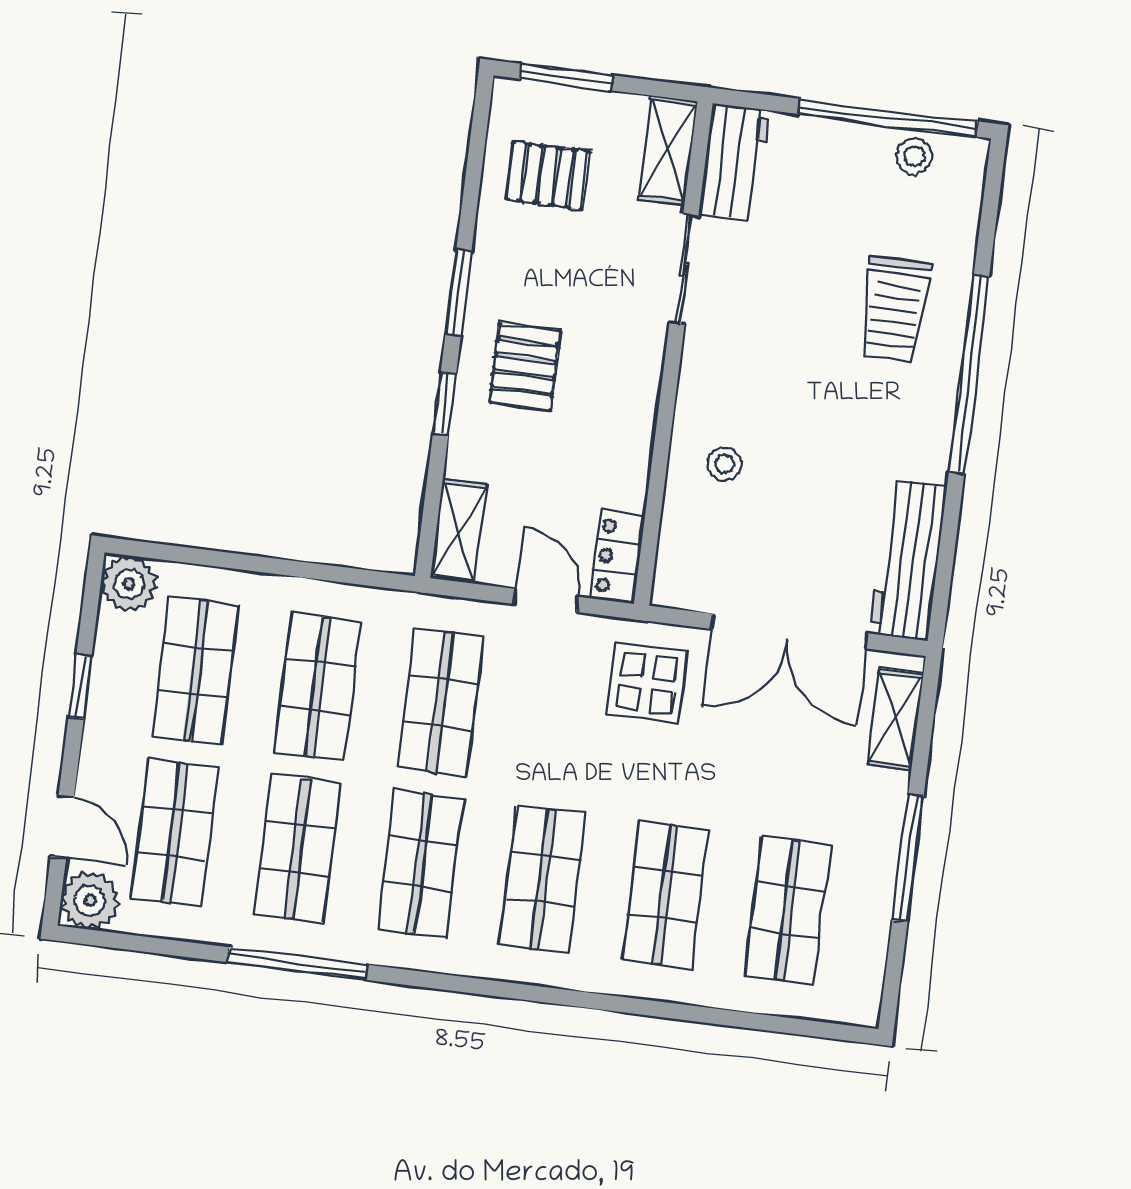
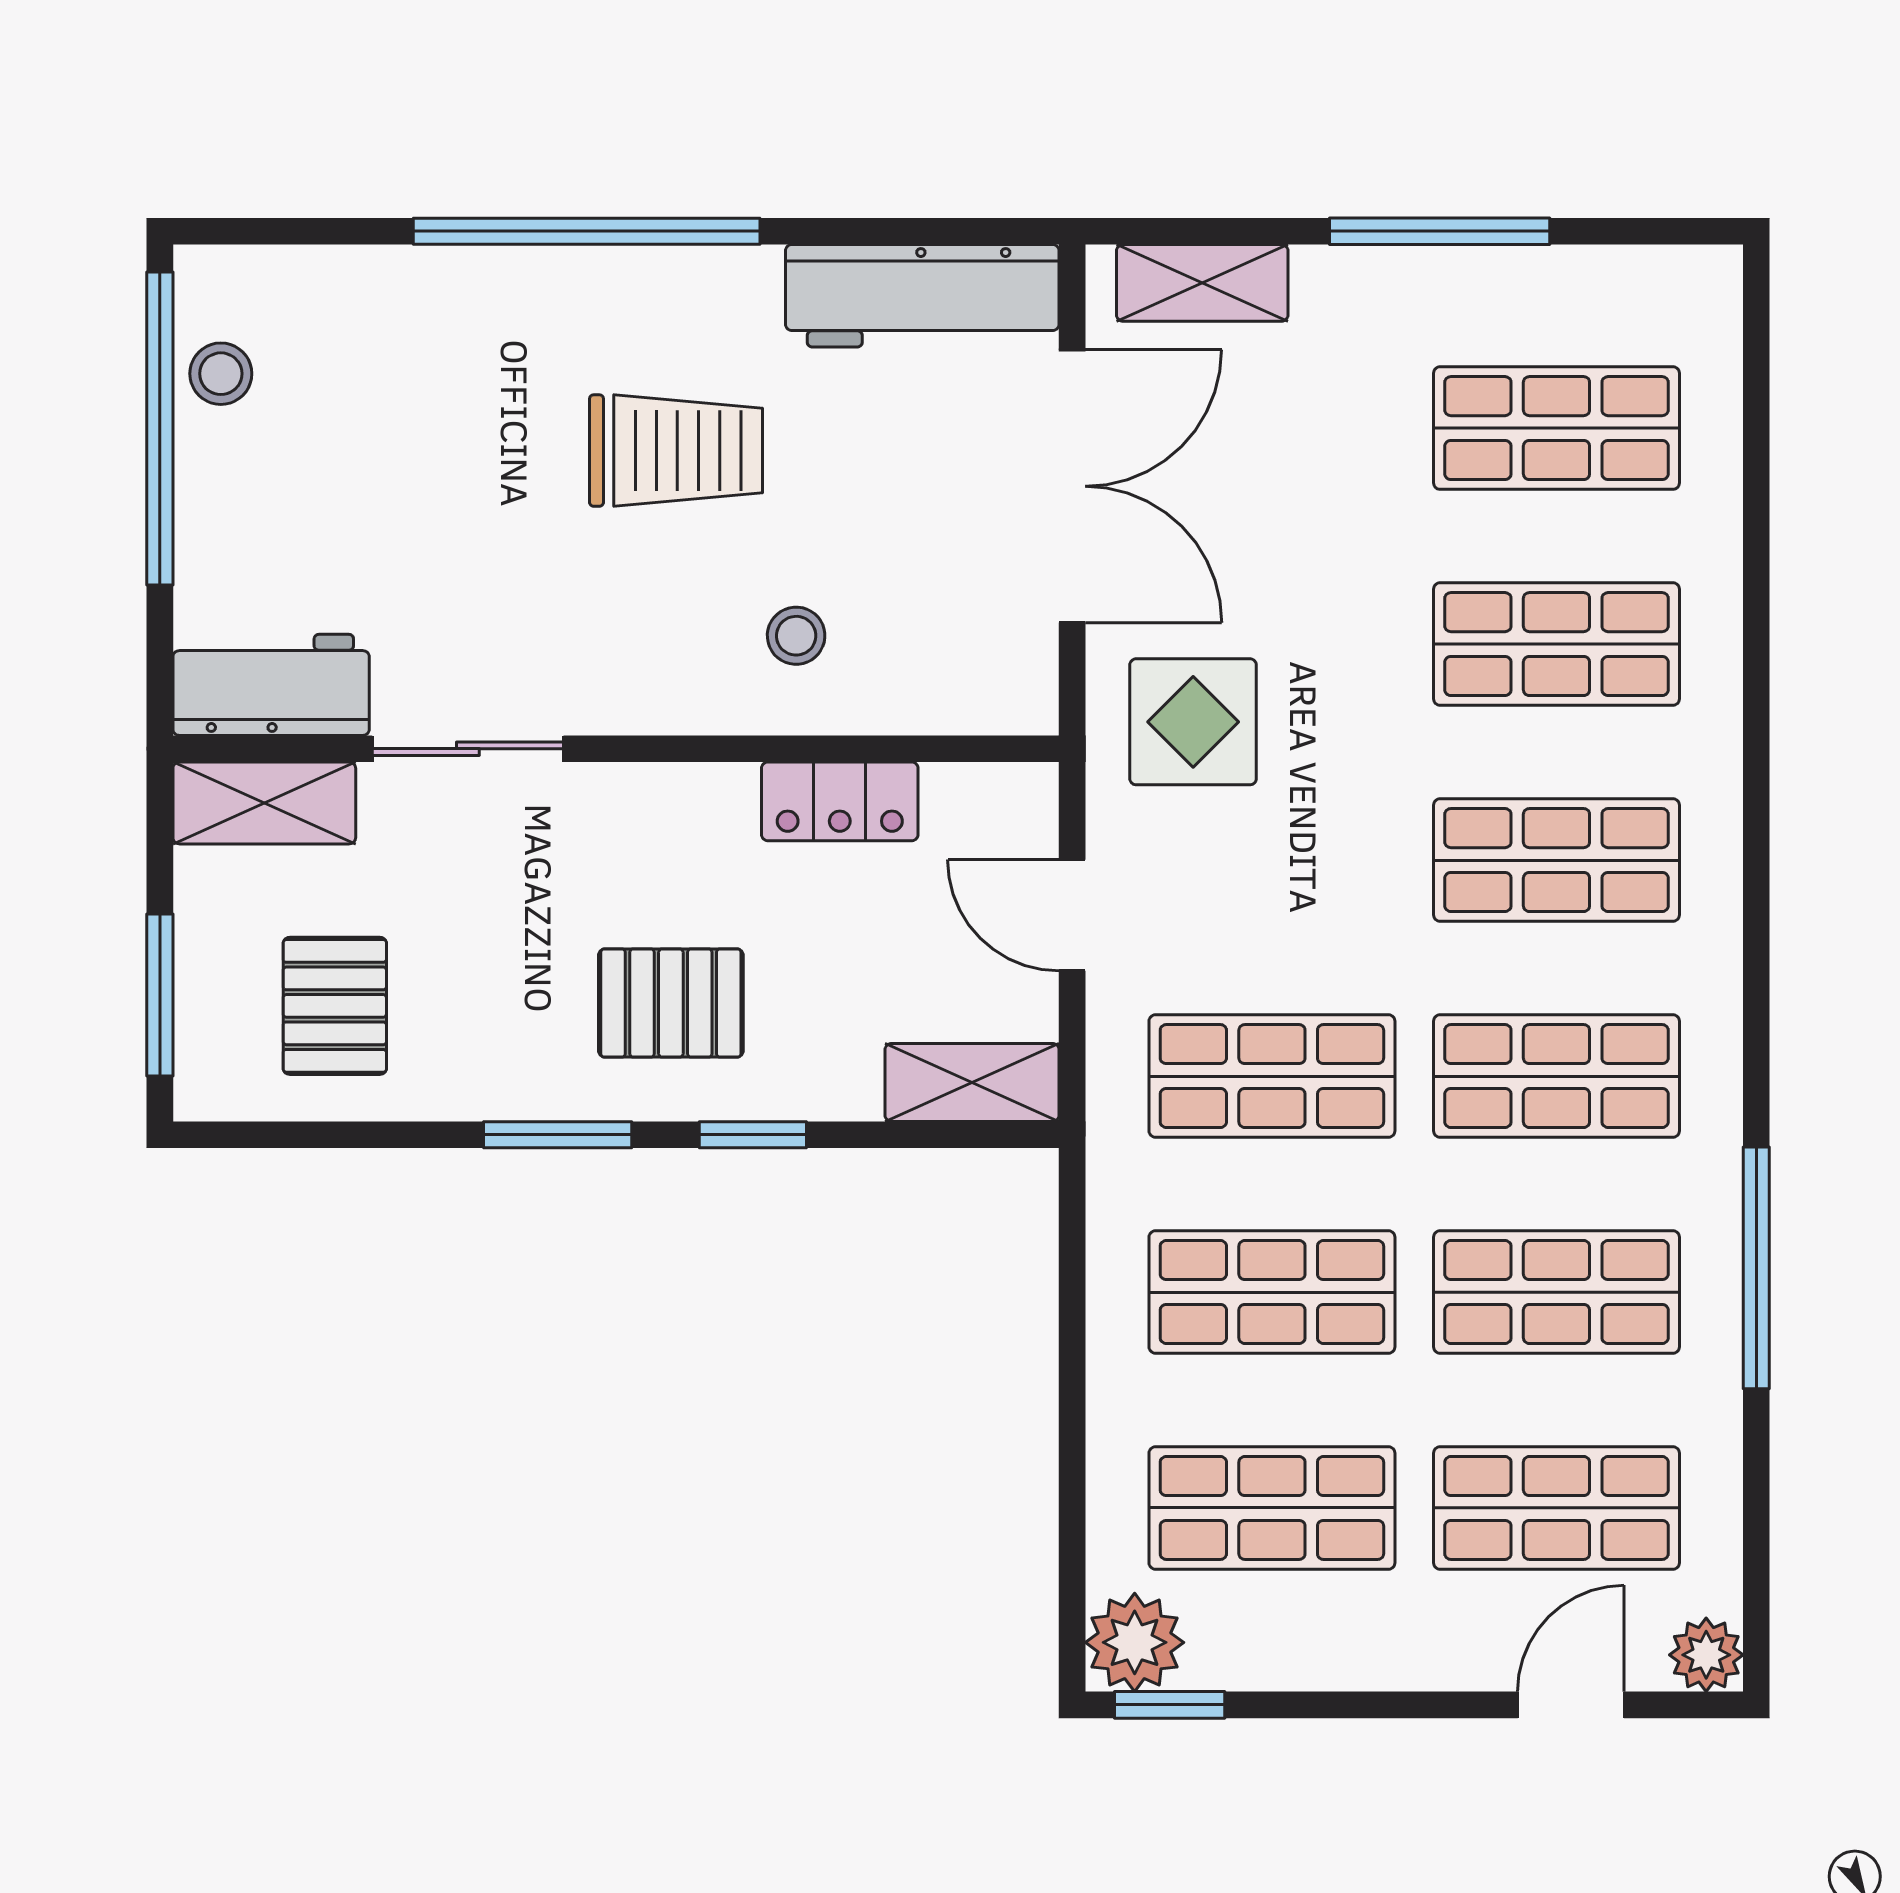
trolley: (894, 309) -> (676, 451), moved
locker: (617, 557) -> (840, 801), moved
door: (546, 600) -> (1072, 915), hinge flipped
window: (80, 686) -> (1170, 1705), moved
plant: (90, 900) -> (1706, 1655), width x0.73, depth x0.73

